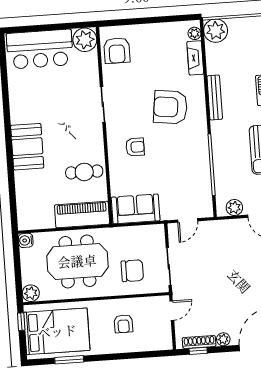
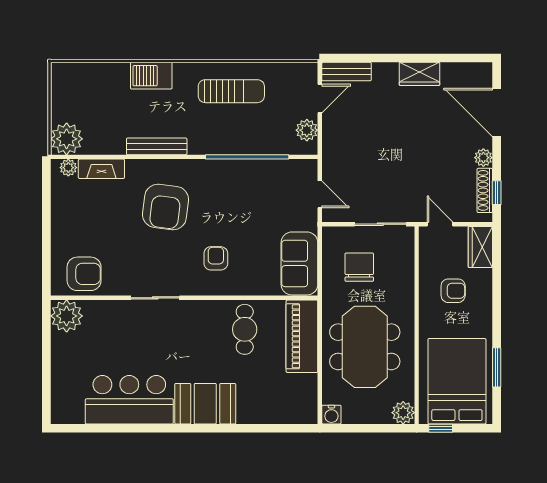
bar counter: (40, 49) -> (129, 400), moved, turned -90
chair: (132, 271) -> (359, 267), moved
wardrobe: (157, 342) -> (480, 247), added

